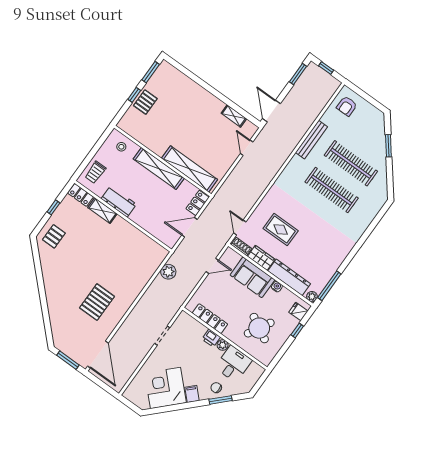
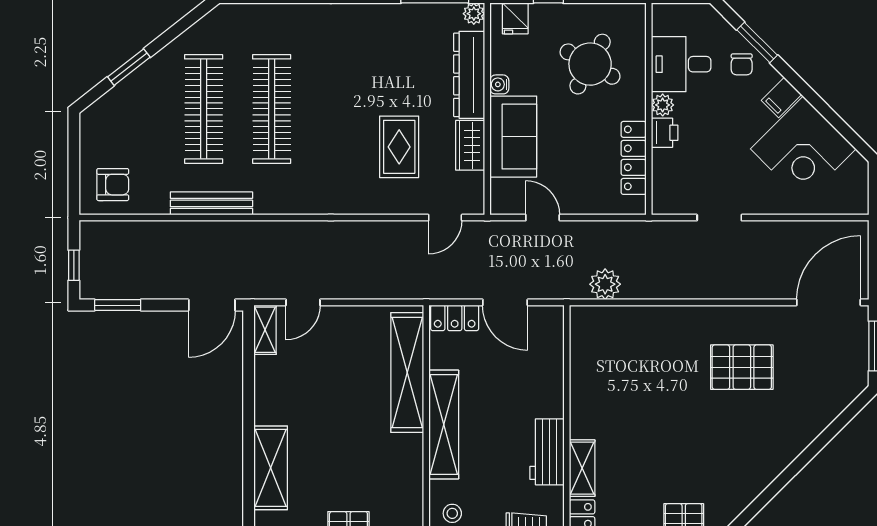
shelving: (191, 88) -> (271, 468), added
shelving: (234, 116) -> (265, 330), moved
shoe rack: (241, 247) -> (475, 192), removed

